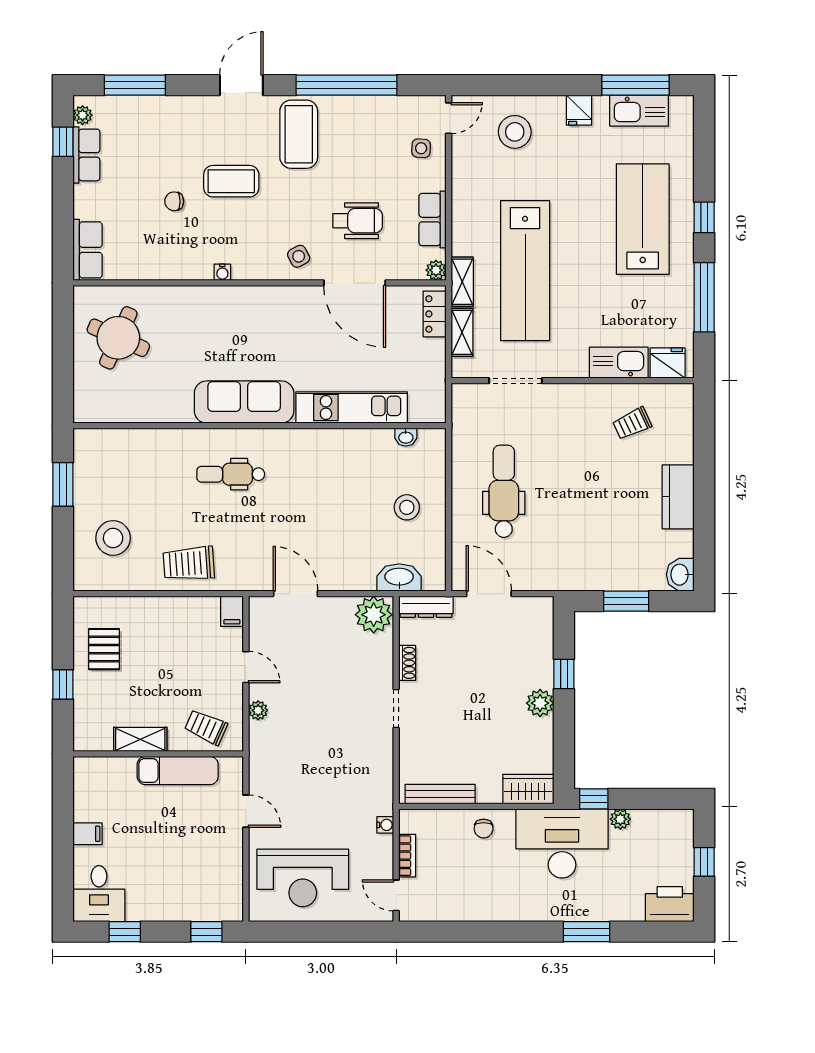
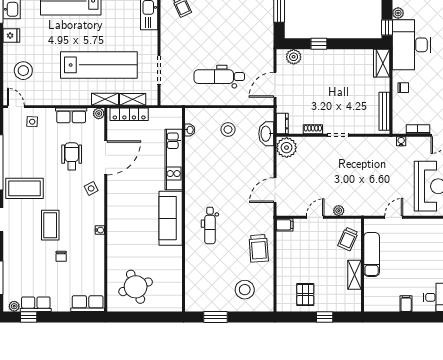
locker: (435, 314) -> (129, 114), width x1.53
round table: (118, 338) -> (136, 287), turned 45
dresser: (426, 607) -> (282, 124), width x0.70
pallet: (104, 649) -> (305, 295), turned 90
plant: (540, 703) -> (294, 57), moved

